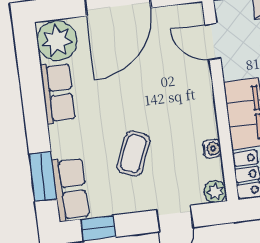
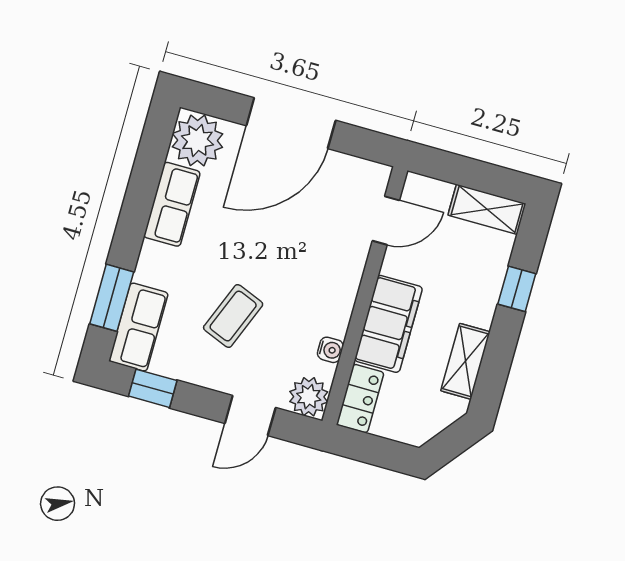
door: (213, 41) -> (386, 220), swing flipped
plant: (215, 192) -> (309, 397), width x1.38, depth x1.38

